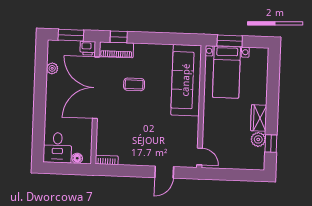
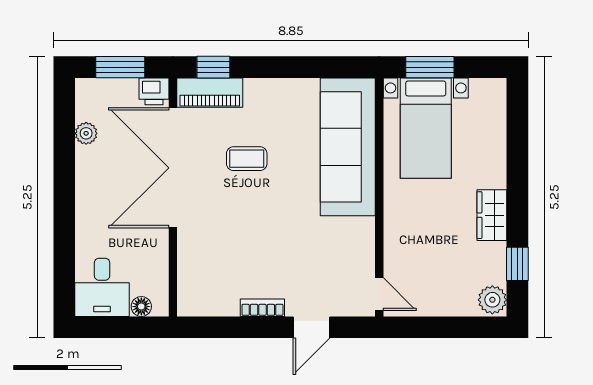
plant: (258, 139) -> (492, 300), moved
bookcase: (107, 160) -> (262, 308), moved

